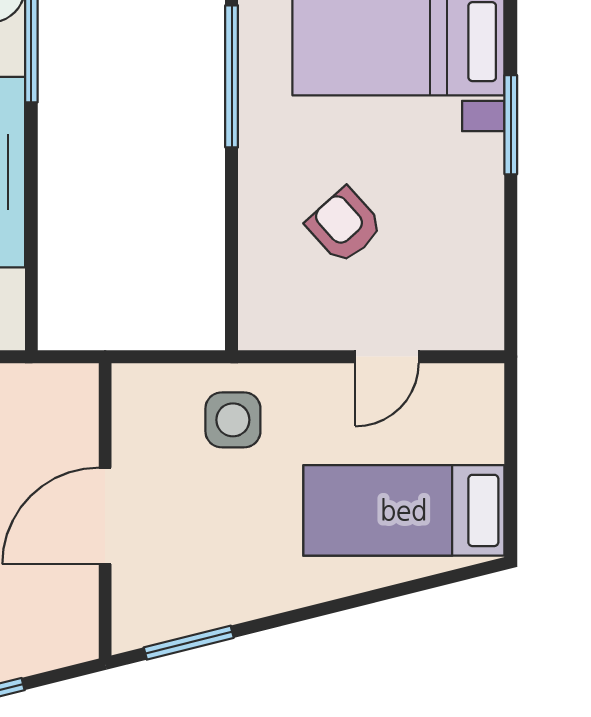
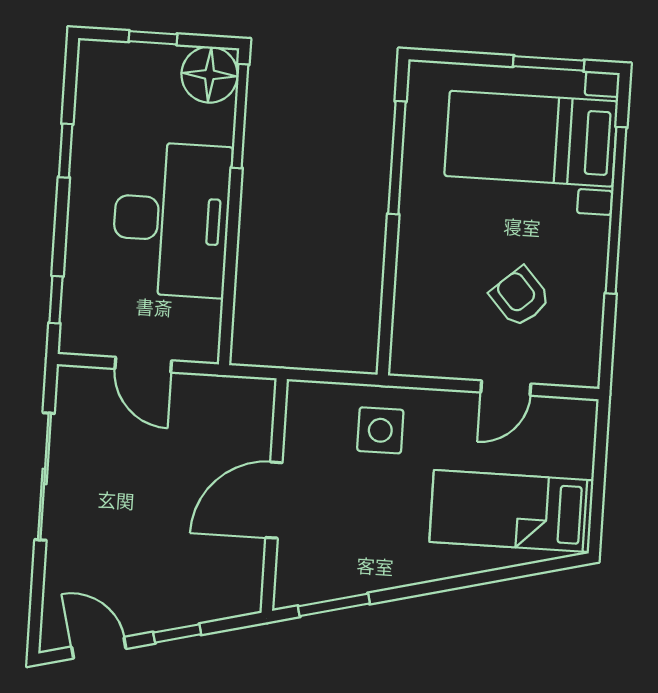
window: (511, 125) -> (616, 210), width x2.11
armchair: (344, 226) -> (520, 297), moved

